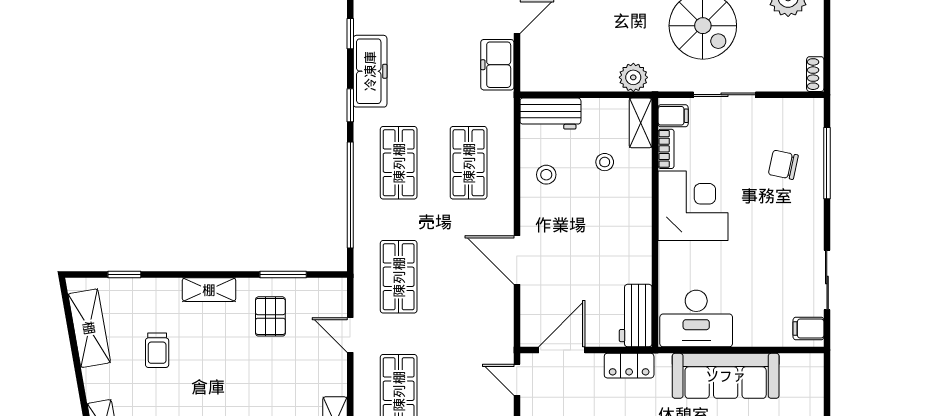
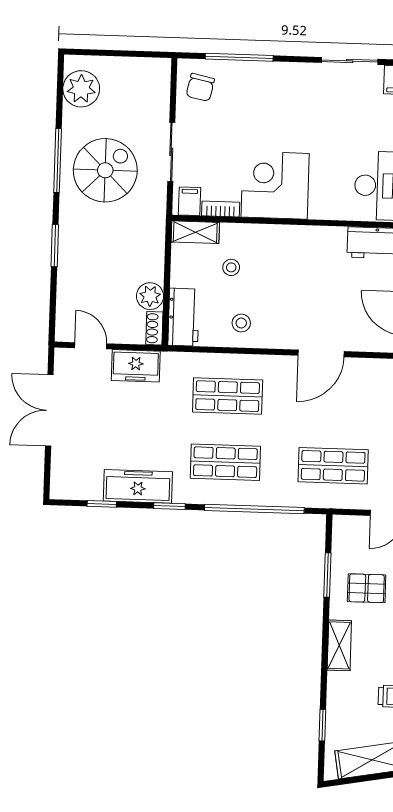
shoe rack: (815, 74) -> (154, 328), moved, turned 90
plant: (633, 77) -> (150, 296), moved
chair: (783, 165) -> (200, 87), moved

